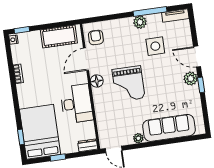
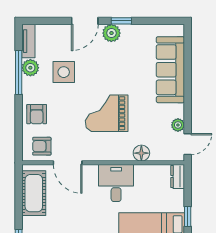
plant: (140, 22) -> (30, 68), moved
armchair: (120, 30) -> (37, 114), added
floor lamp: (97, 81) -> (141, 153), moved
grand piano: (128, 84) -> (107, 113), turned 180
desk: (77, 104) -> (116, 183), width x0.73
plant: (138, 138) -> (178, 125), moved

